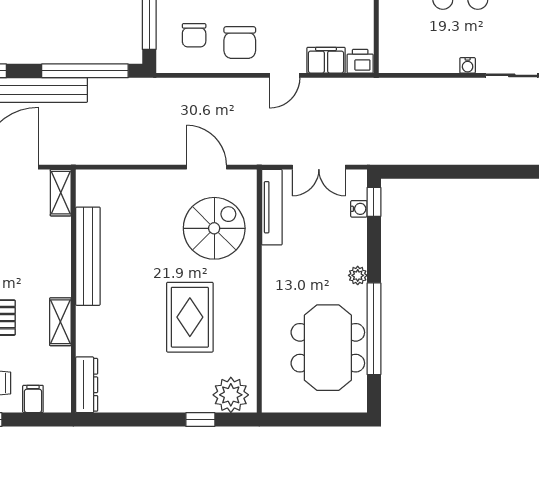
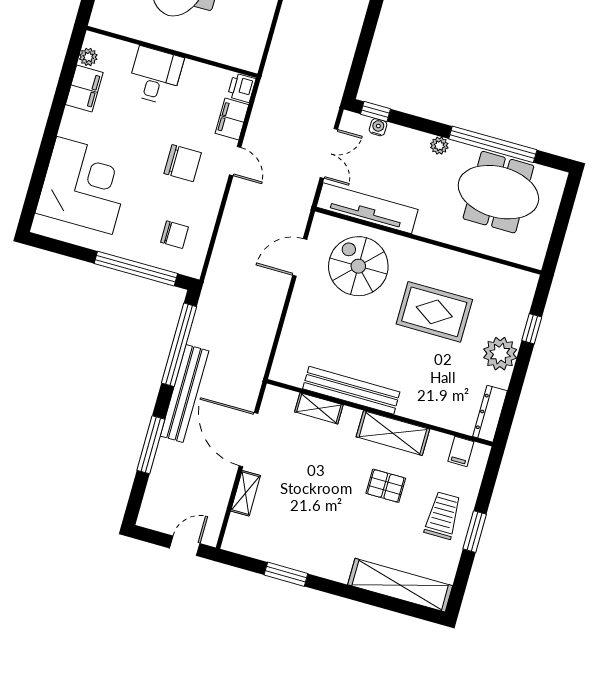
chair: (240, 43) -> (183, 163), moved
shelving: (61, 193) -> (319, 408), moved
tv unit: (272, 207) -> (367, 208), width x1.36, depth x1.29
shelving: (60, 322) -> (393, 433), width x1.50, depth x1.33
dresser: (87, 385) -> (490, 414), moved, turned -90
plant: (231, 395) -> (500, 354), moved
filing cabinet: (33, 399) -> (461, 451), moved, turned -90

